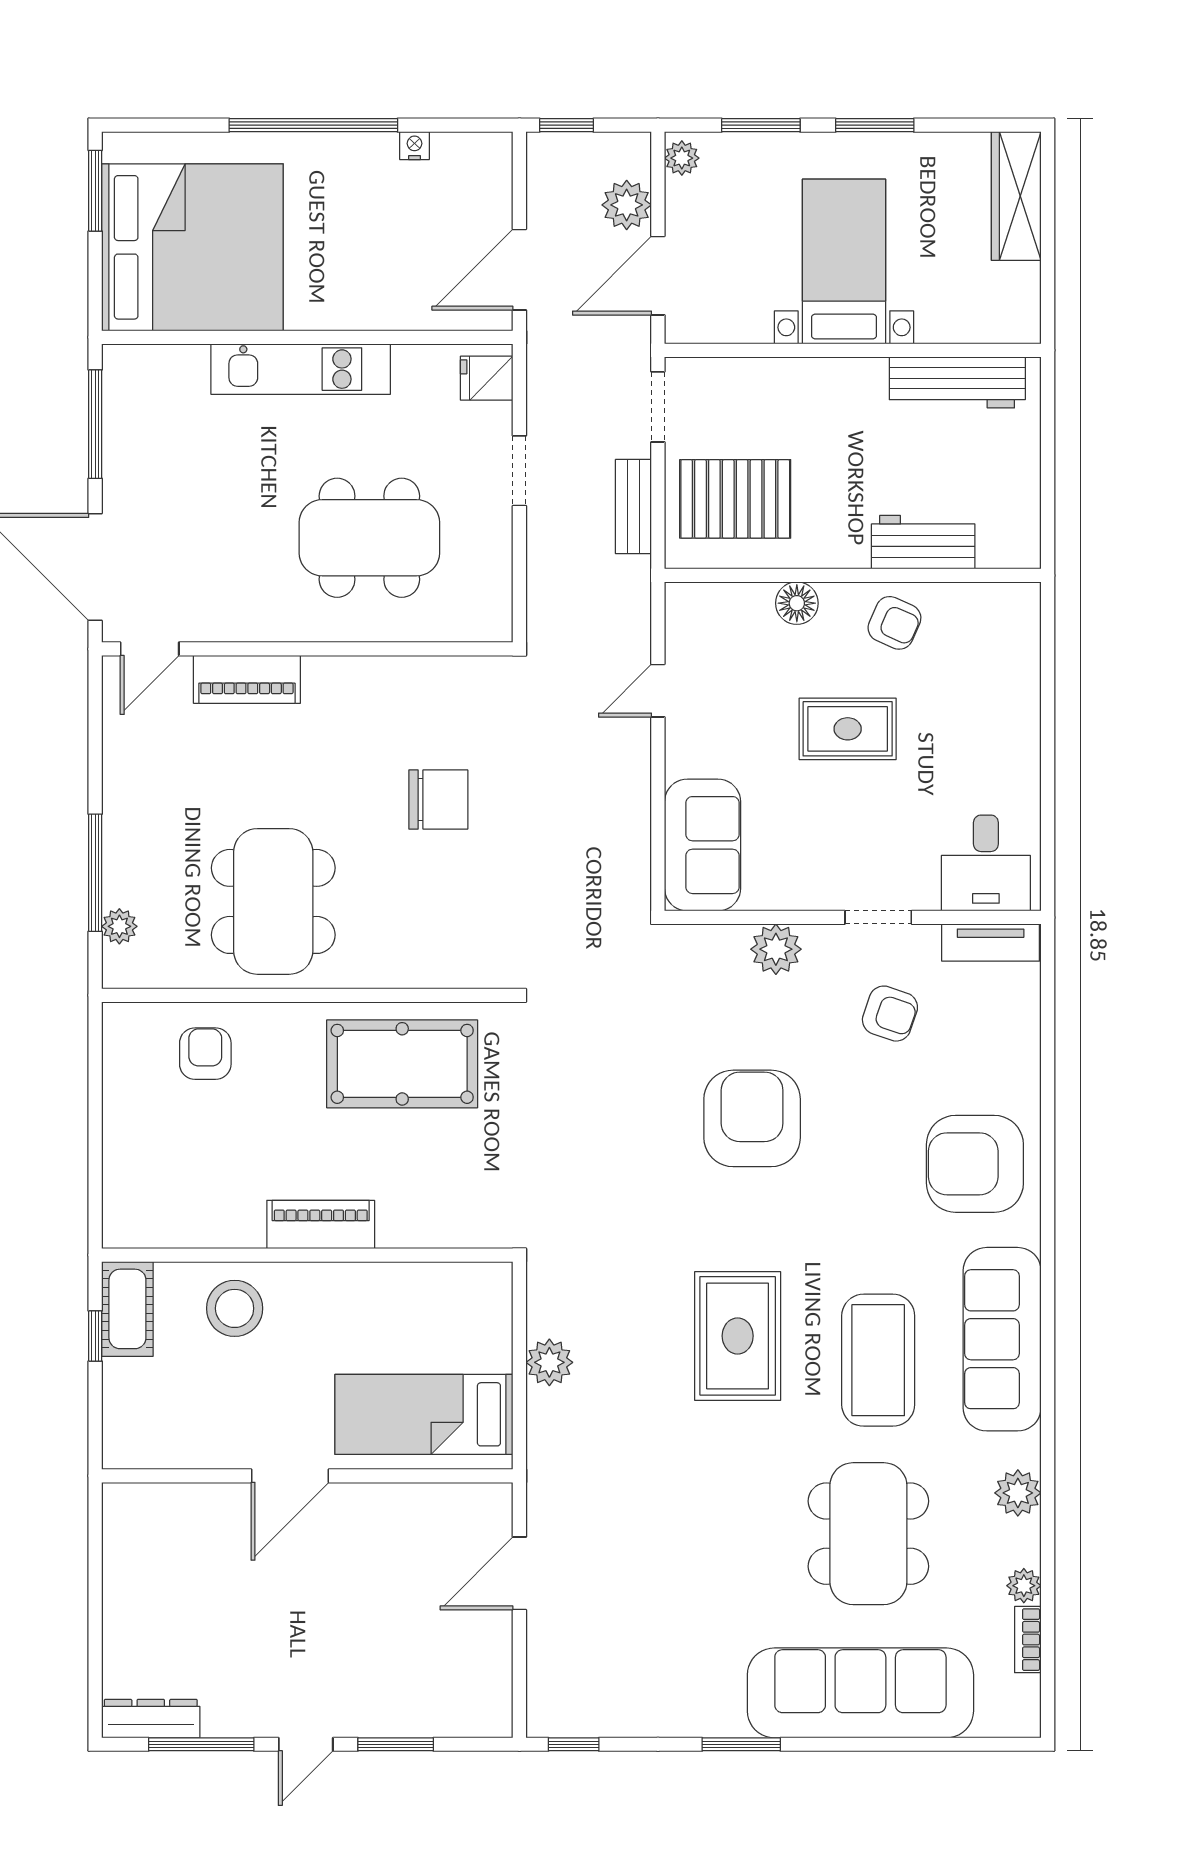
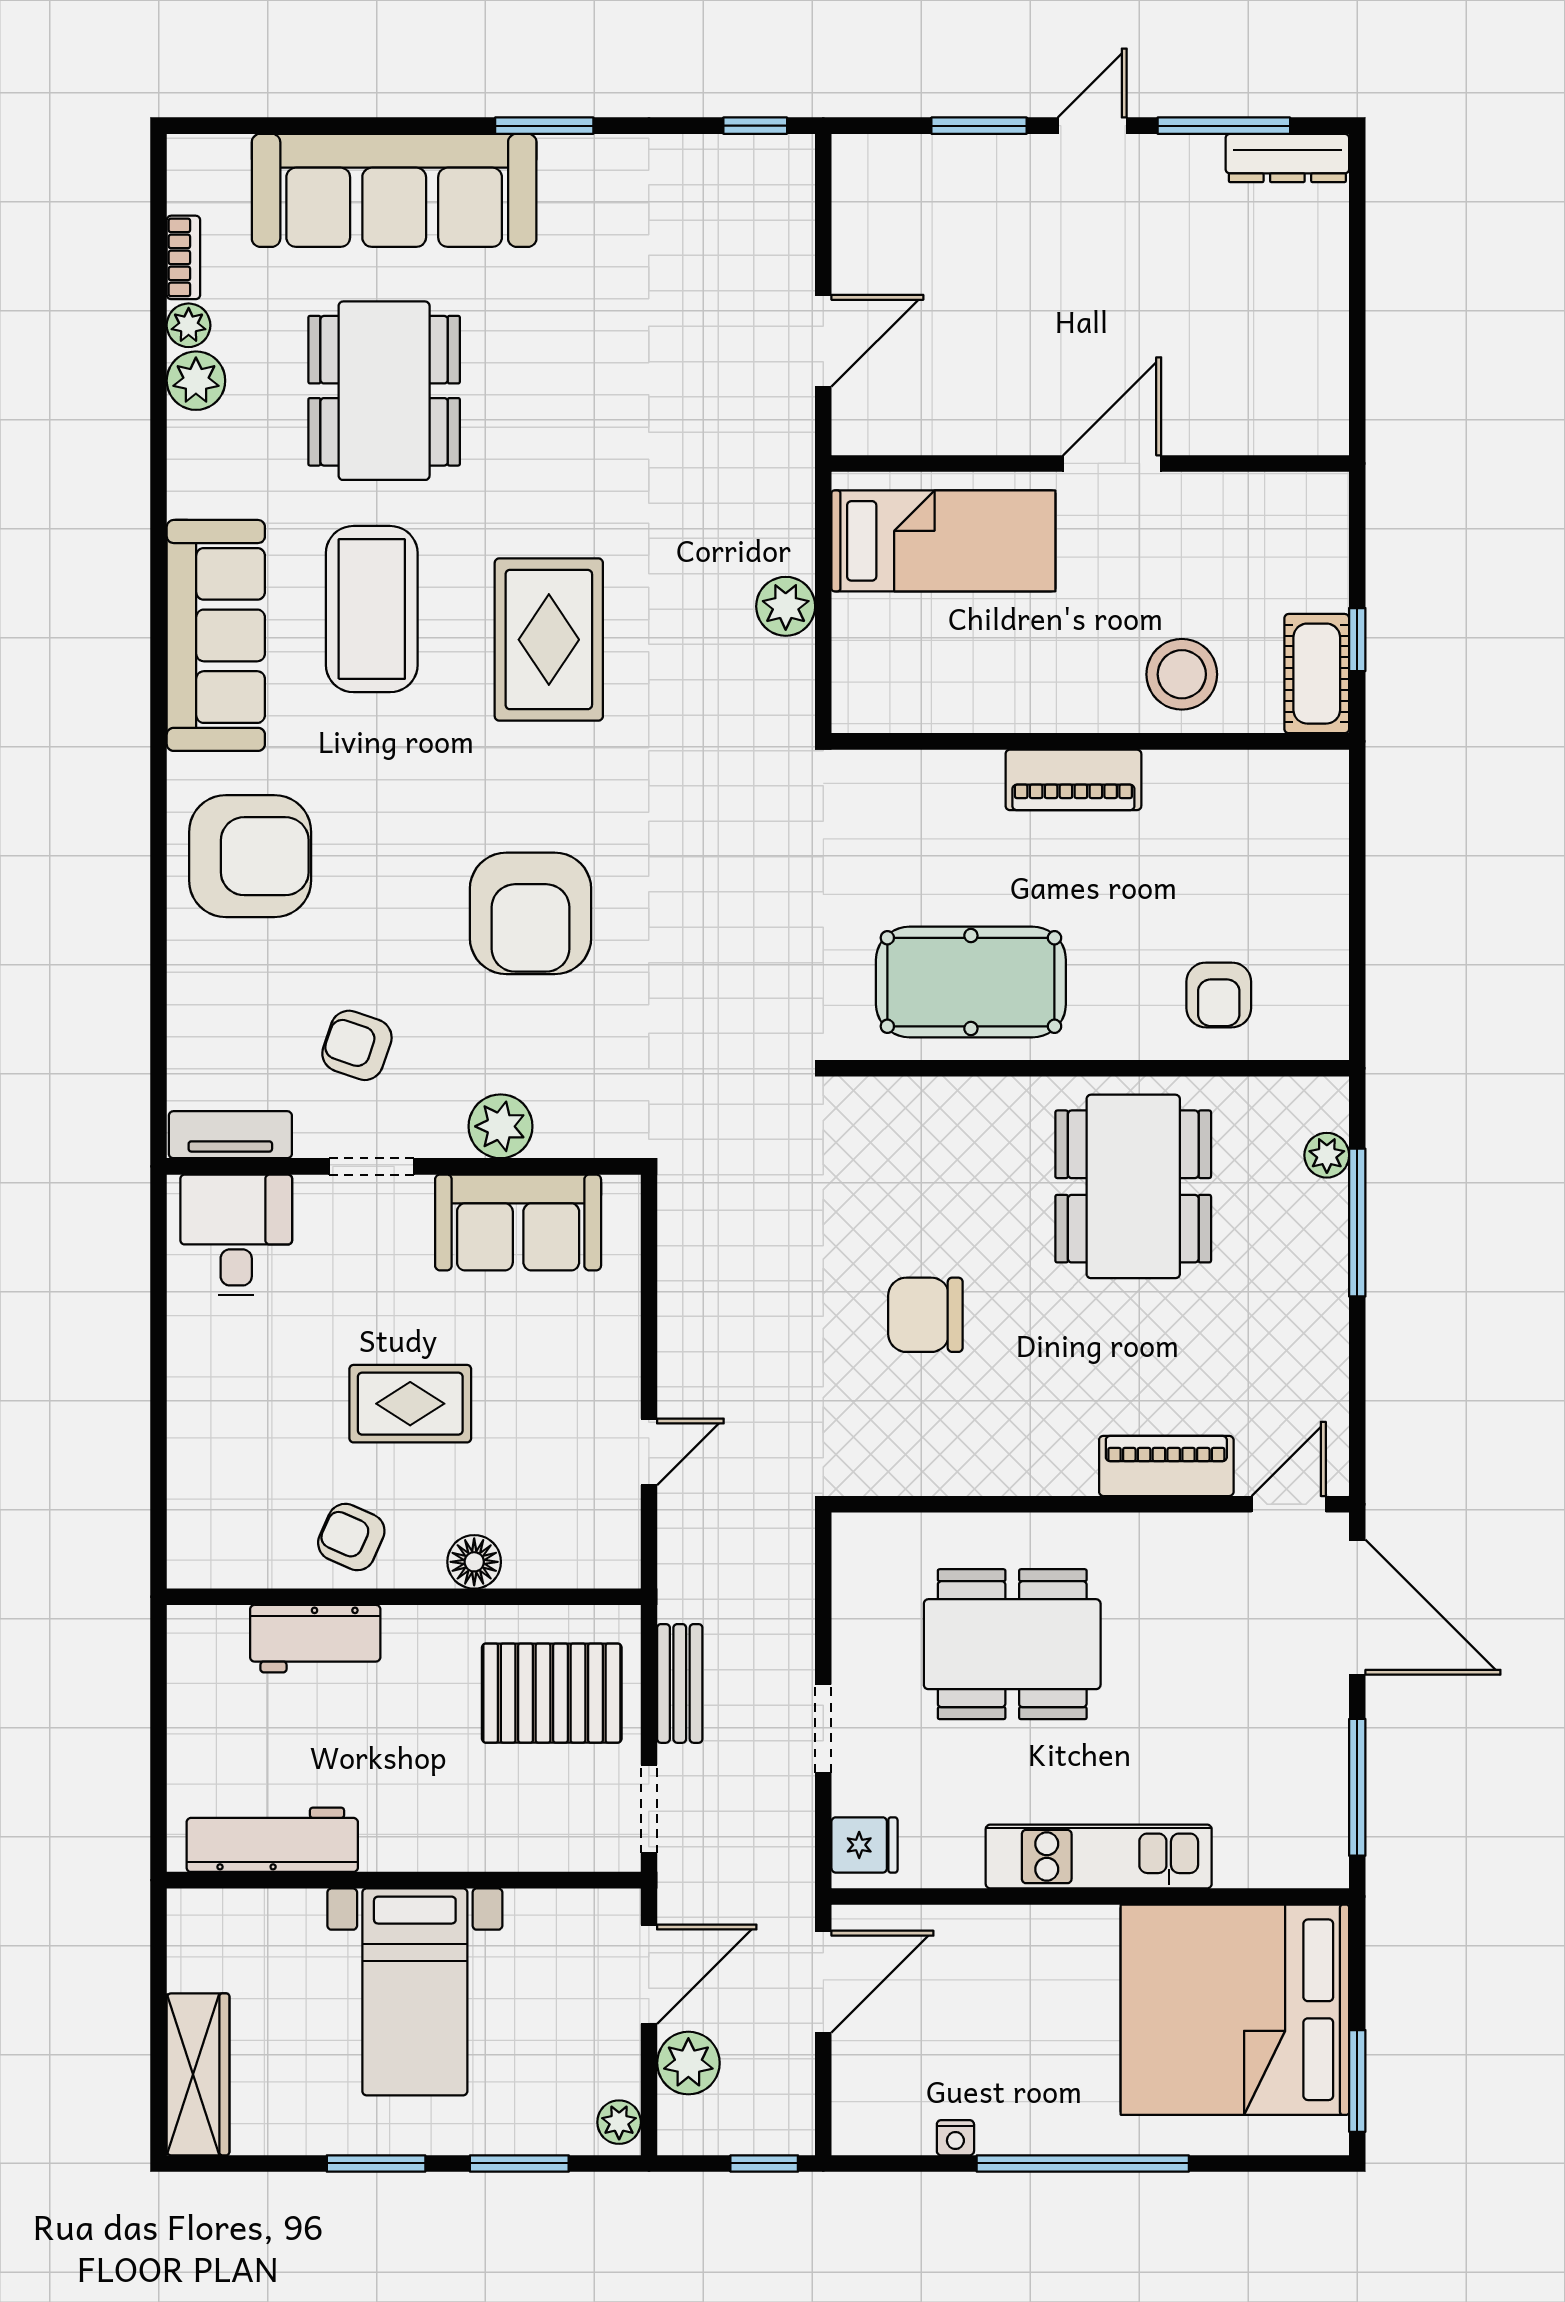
sofa: (703, 845) -> (518, 1222), moved, turned -90
plant: (1018, 1493) -> (196, 381), moved

